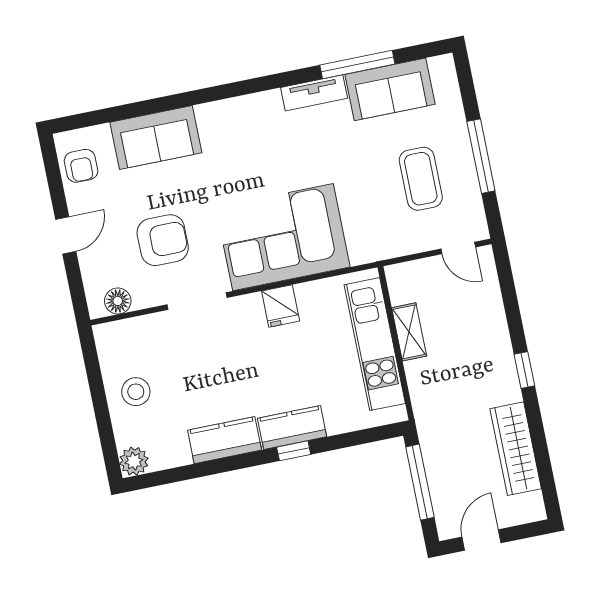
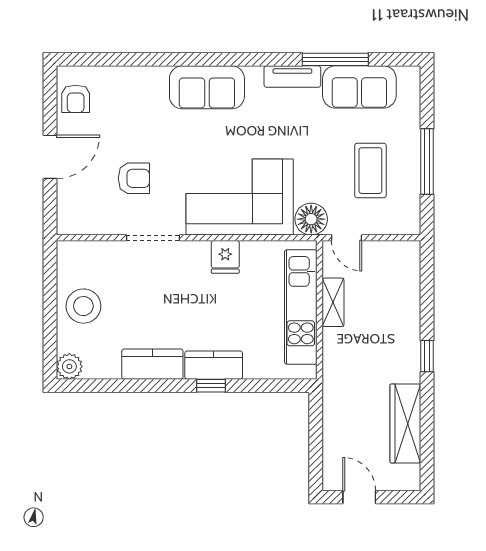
sofa: (156, 137) -> (207, 87), moved
door: (66, 235) -> (50, 157), width x1.38
armchair: (163, 240) -> (134, 178), width x0.72, depth x0.72
door: (458, 248) -> (347, 238), moved
floor lamp: (118, 301) -> (311, 219), moved, width x1.38, depth x1.38
stool: (136, 392) -> (83, 306), width x1.38, depth x1.38
window: (420, 482) -> (316, 436), removed
door: (481, 540) -> (359, 497), hinge flipped

